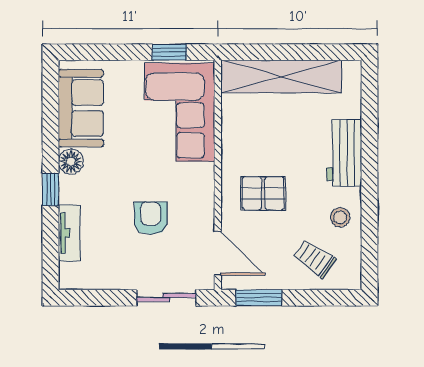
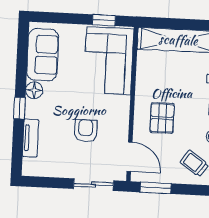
pallet: (263, 193) -> (162, 118), turned 90

